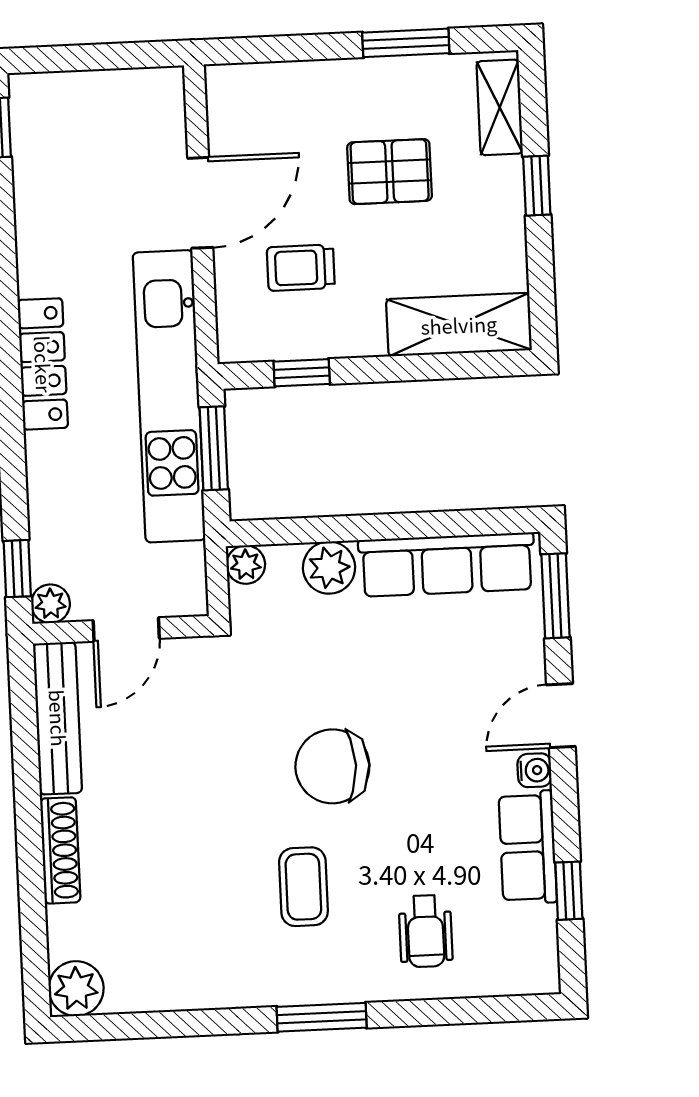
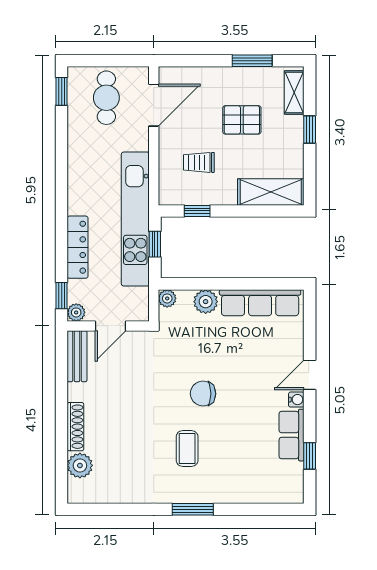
cafe table: (95, 137) -> (106, 98), added
door: (200, 203) -> (154, 105), moved
locker: (43, 364) -> (78, 247), moved
window: (214, 448) -> (155, 244), width x0.67
window: (555, 596) -> (310, 319), removed
bench: (58, 718) -> (77, 356), width x0.73
chair: (332, 766) -> (203, 394), width x0.73, depth x0.73
wheelchair: (426, 931) -> (243, 472), removed
plant: (76, 989) -> (80, 465), moved

